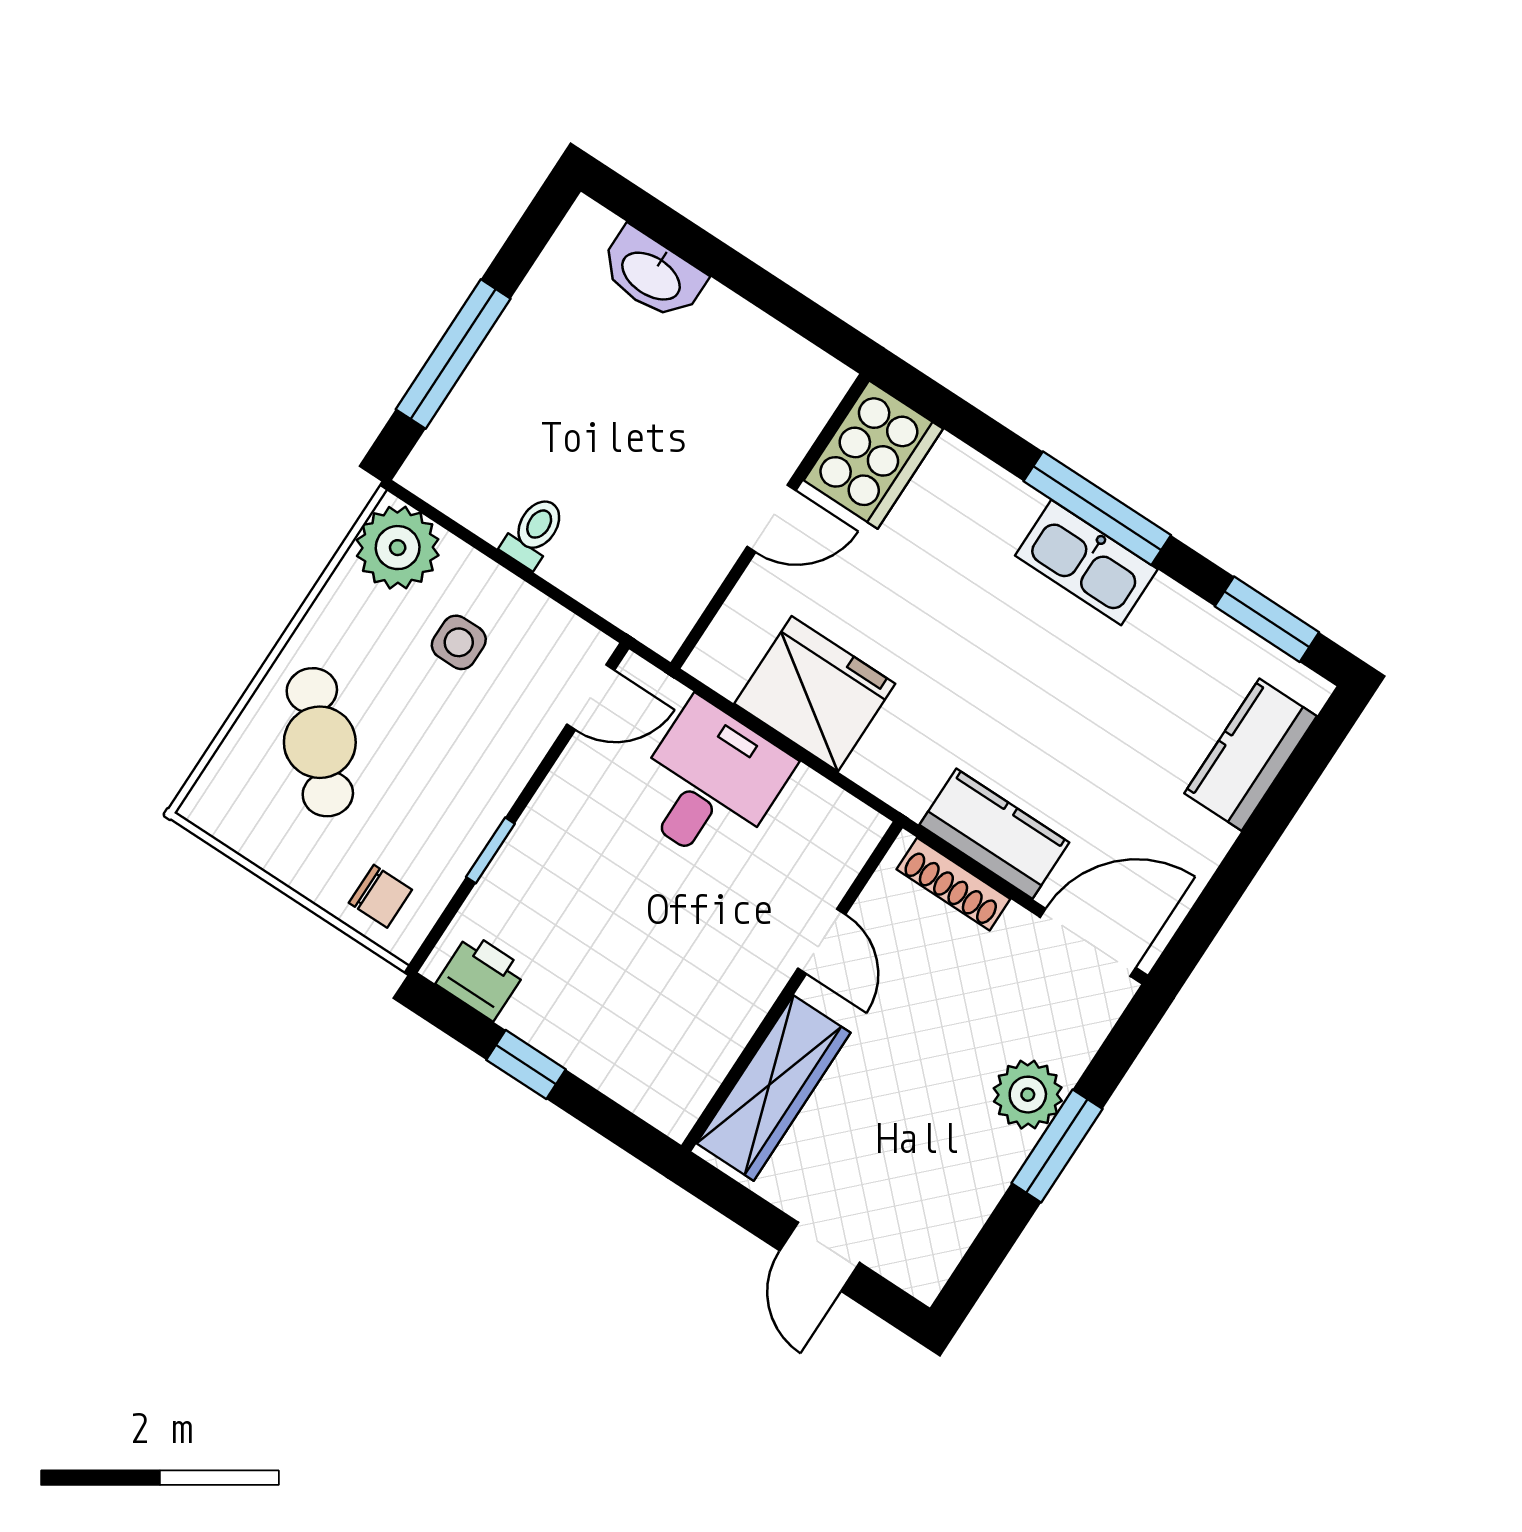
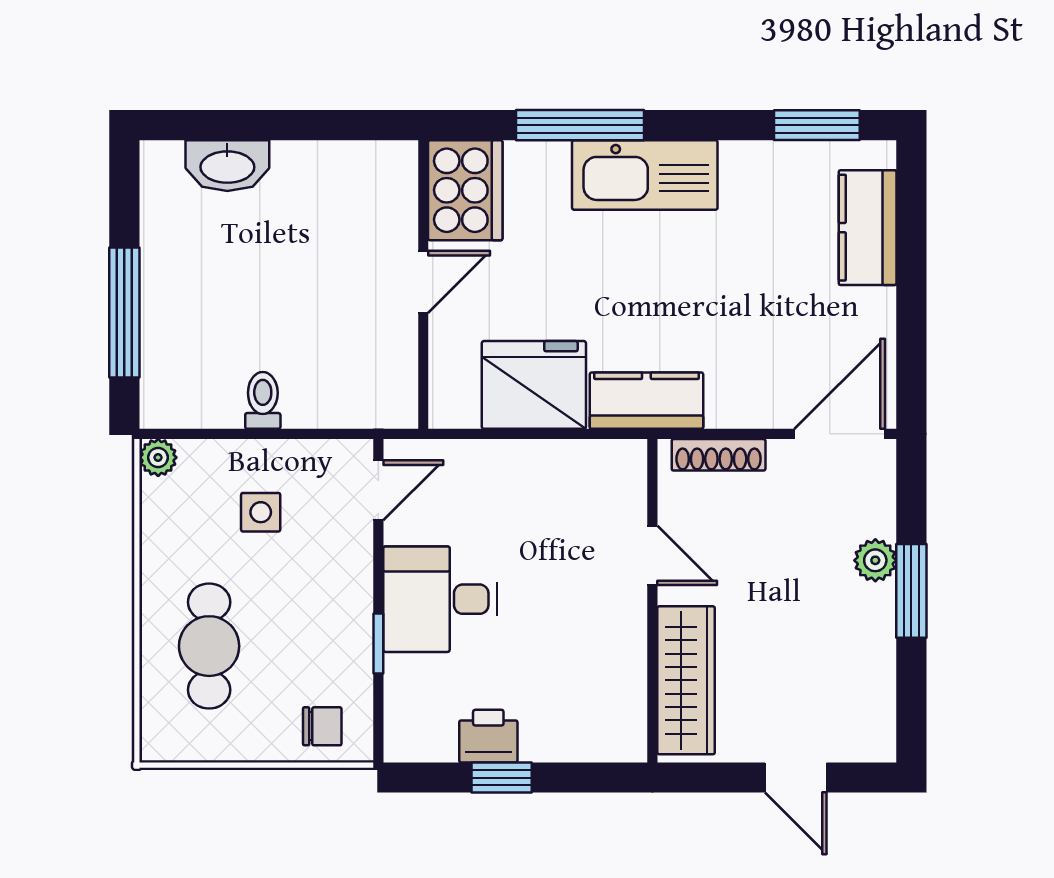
window: (1097, 508) -> (580, 125), moved
plant: (398, 548) -> (158, 458), width x0.53, depth x0.53
kitchen sink: (1086, 562) -> (645, 175), width x1.36, depth x1.24
cafe table: (320, 742) -> (209, 646), turned 42
desk: (710, 783) -> (440, 599), moved, turned -90
kitchen counter: (994, 834) -> (646, 401), moved
printer: (481, 976) -> (488, 736), moved
plant: (1028, 1095) -> (875, 560), width x0.73, depth x0.73

